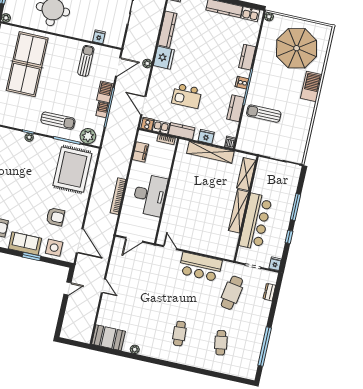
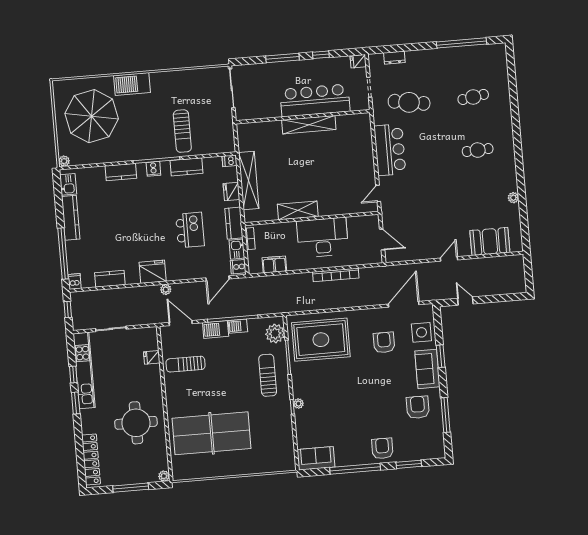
kitchen counter: (167, 29) -> (110, 279), width x0.67
shelving: (246, 174) -> (298, 210), moved
booth: (108, 338) -> (490, 241), moved, turned 90

